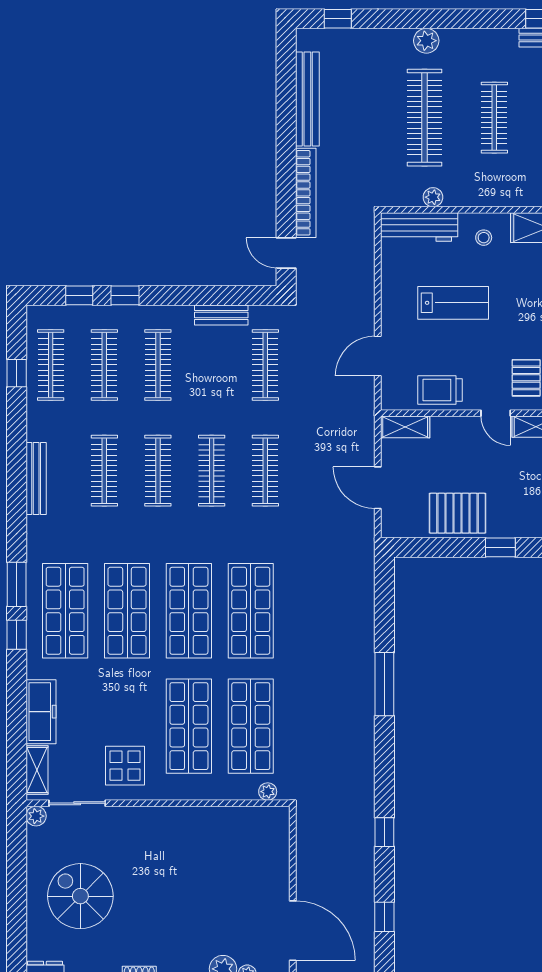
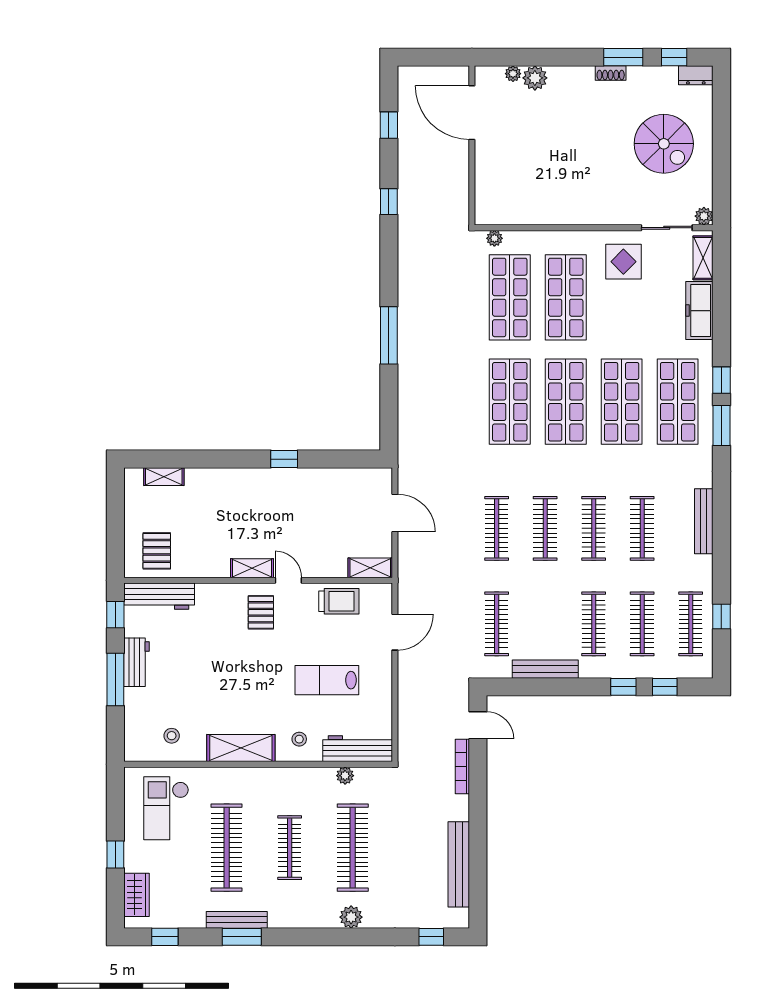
bookcase: (306, 193) -> (462, 766), width x0.68, depth x0.76
bench: (221, 315) -> (545, 669), width x1.36
pallet: (458, 513) -> (323, 490), removed

